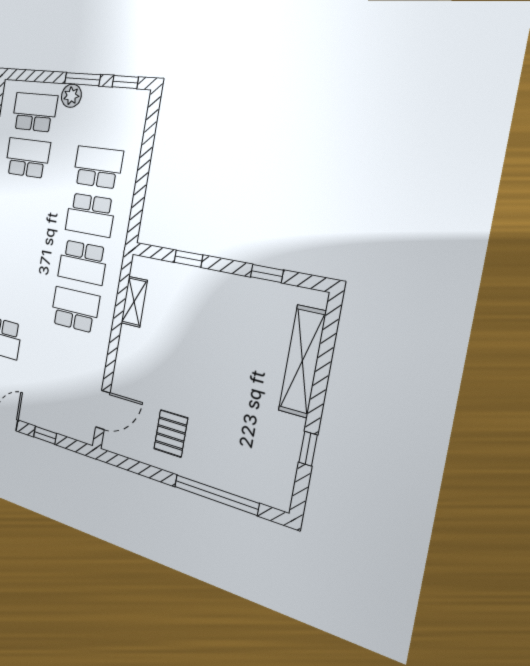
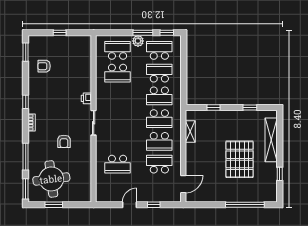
school desk: (105, 119) -> (159, 50), added
school desk: (27, 158) -> (118, 73), turned 180
school desk: (75, 309) -> (159, 141), turned 180
school desk: (67, 356) -> (159, 164), added
pallet: (171, 433) -> (240, 159), moved, width x2.05, depth x2.00

